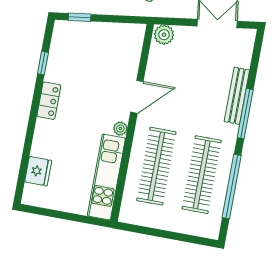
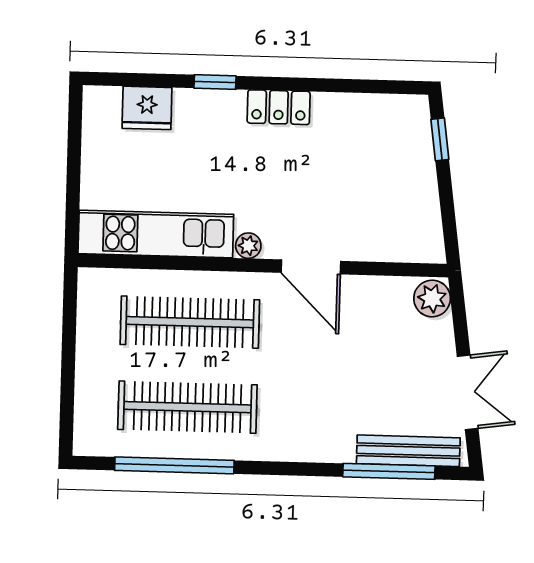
window: (43, 63) -> (215, 82), moved
bench: (237, 96) -> (408, 451), moved
window: (245, 114) -> (389, 471), moved

